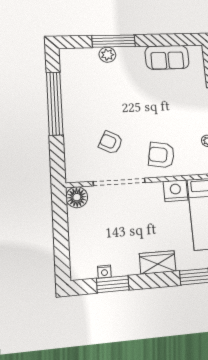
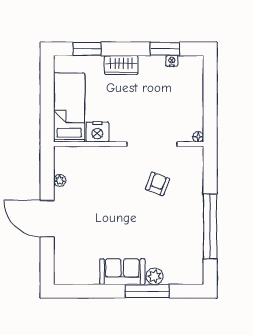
sofa: (167, 57) -> (122, 272), moved
armchair: (111, 142) -> (158, 184), turned -96
armchair: (161, 155) -> (108, 168), removed
floor lamp: (77, 197) -> (198, 137), width x0.53, depth x0.53

